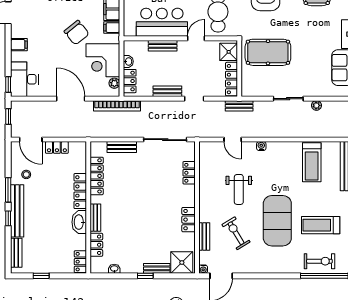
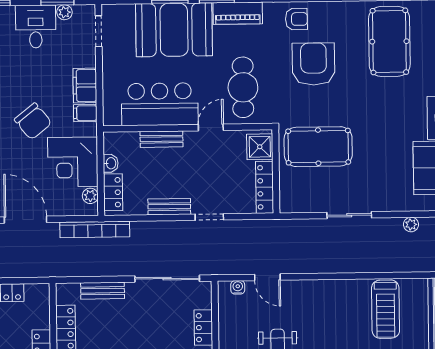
plant: (316, 105) -> (411, 224), moved
bench: (239, 106) -> (277, 227), removed
water cooler: (261, 146) -> (238, 287), moved

